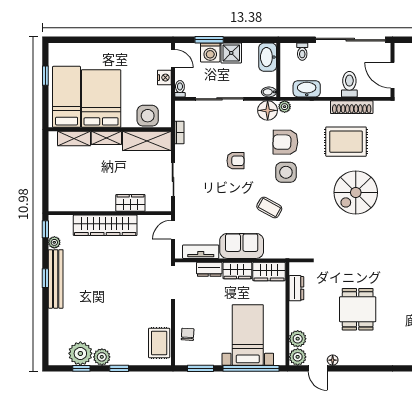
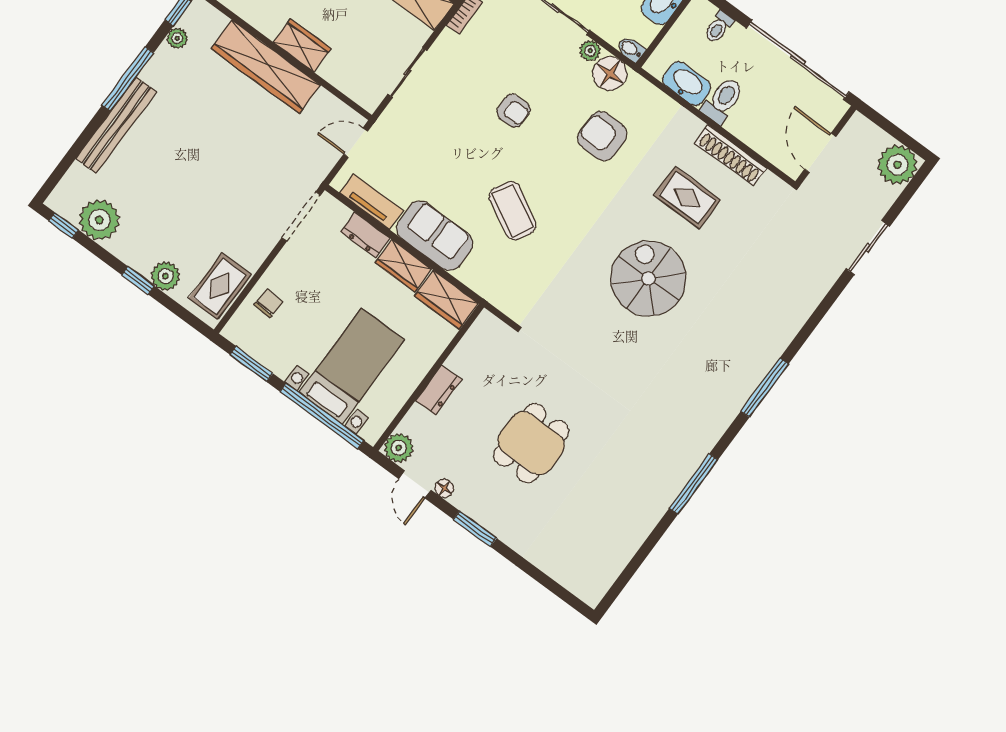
toilet: (349, 84) -> (723, 100), moved
plant: (285, 107) -> (590, 51), moved
rug: (346, 142) -> (687, 198), width x0.73, depth x0.70
side table: (286, 172) -> (572, 179), removed
spiral stairs: (356, 192) -> (649, 278), turned 90
wardrobe: (130, 203) -> (302, 45), moved
coffee table: (269, 208) -> (513, 211), width x1.36, depth x1.30
window: (45, 278) -> (128, 79), width x2.17
bench: (56, 279) -> (116, 125), moved
dresser: (296, 288) -> (439, 390), moved
plant: (298, 339) -> (417, 423), removed
plant: (102, 357) -> (166, 276), moved
window: (81, 368) -> (64, 225), moved
window: (361, 368) -> (475, 529), added

